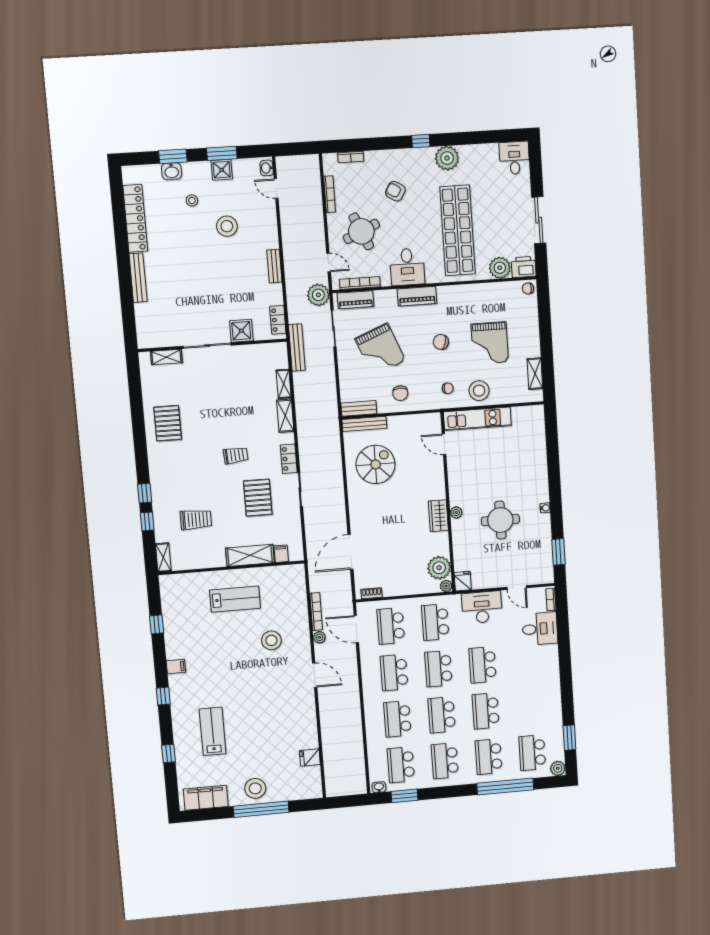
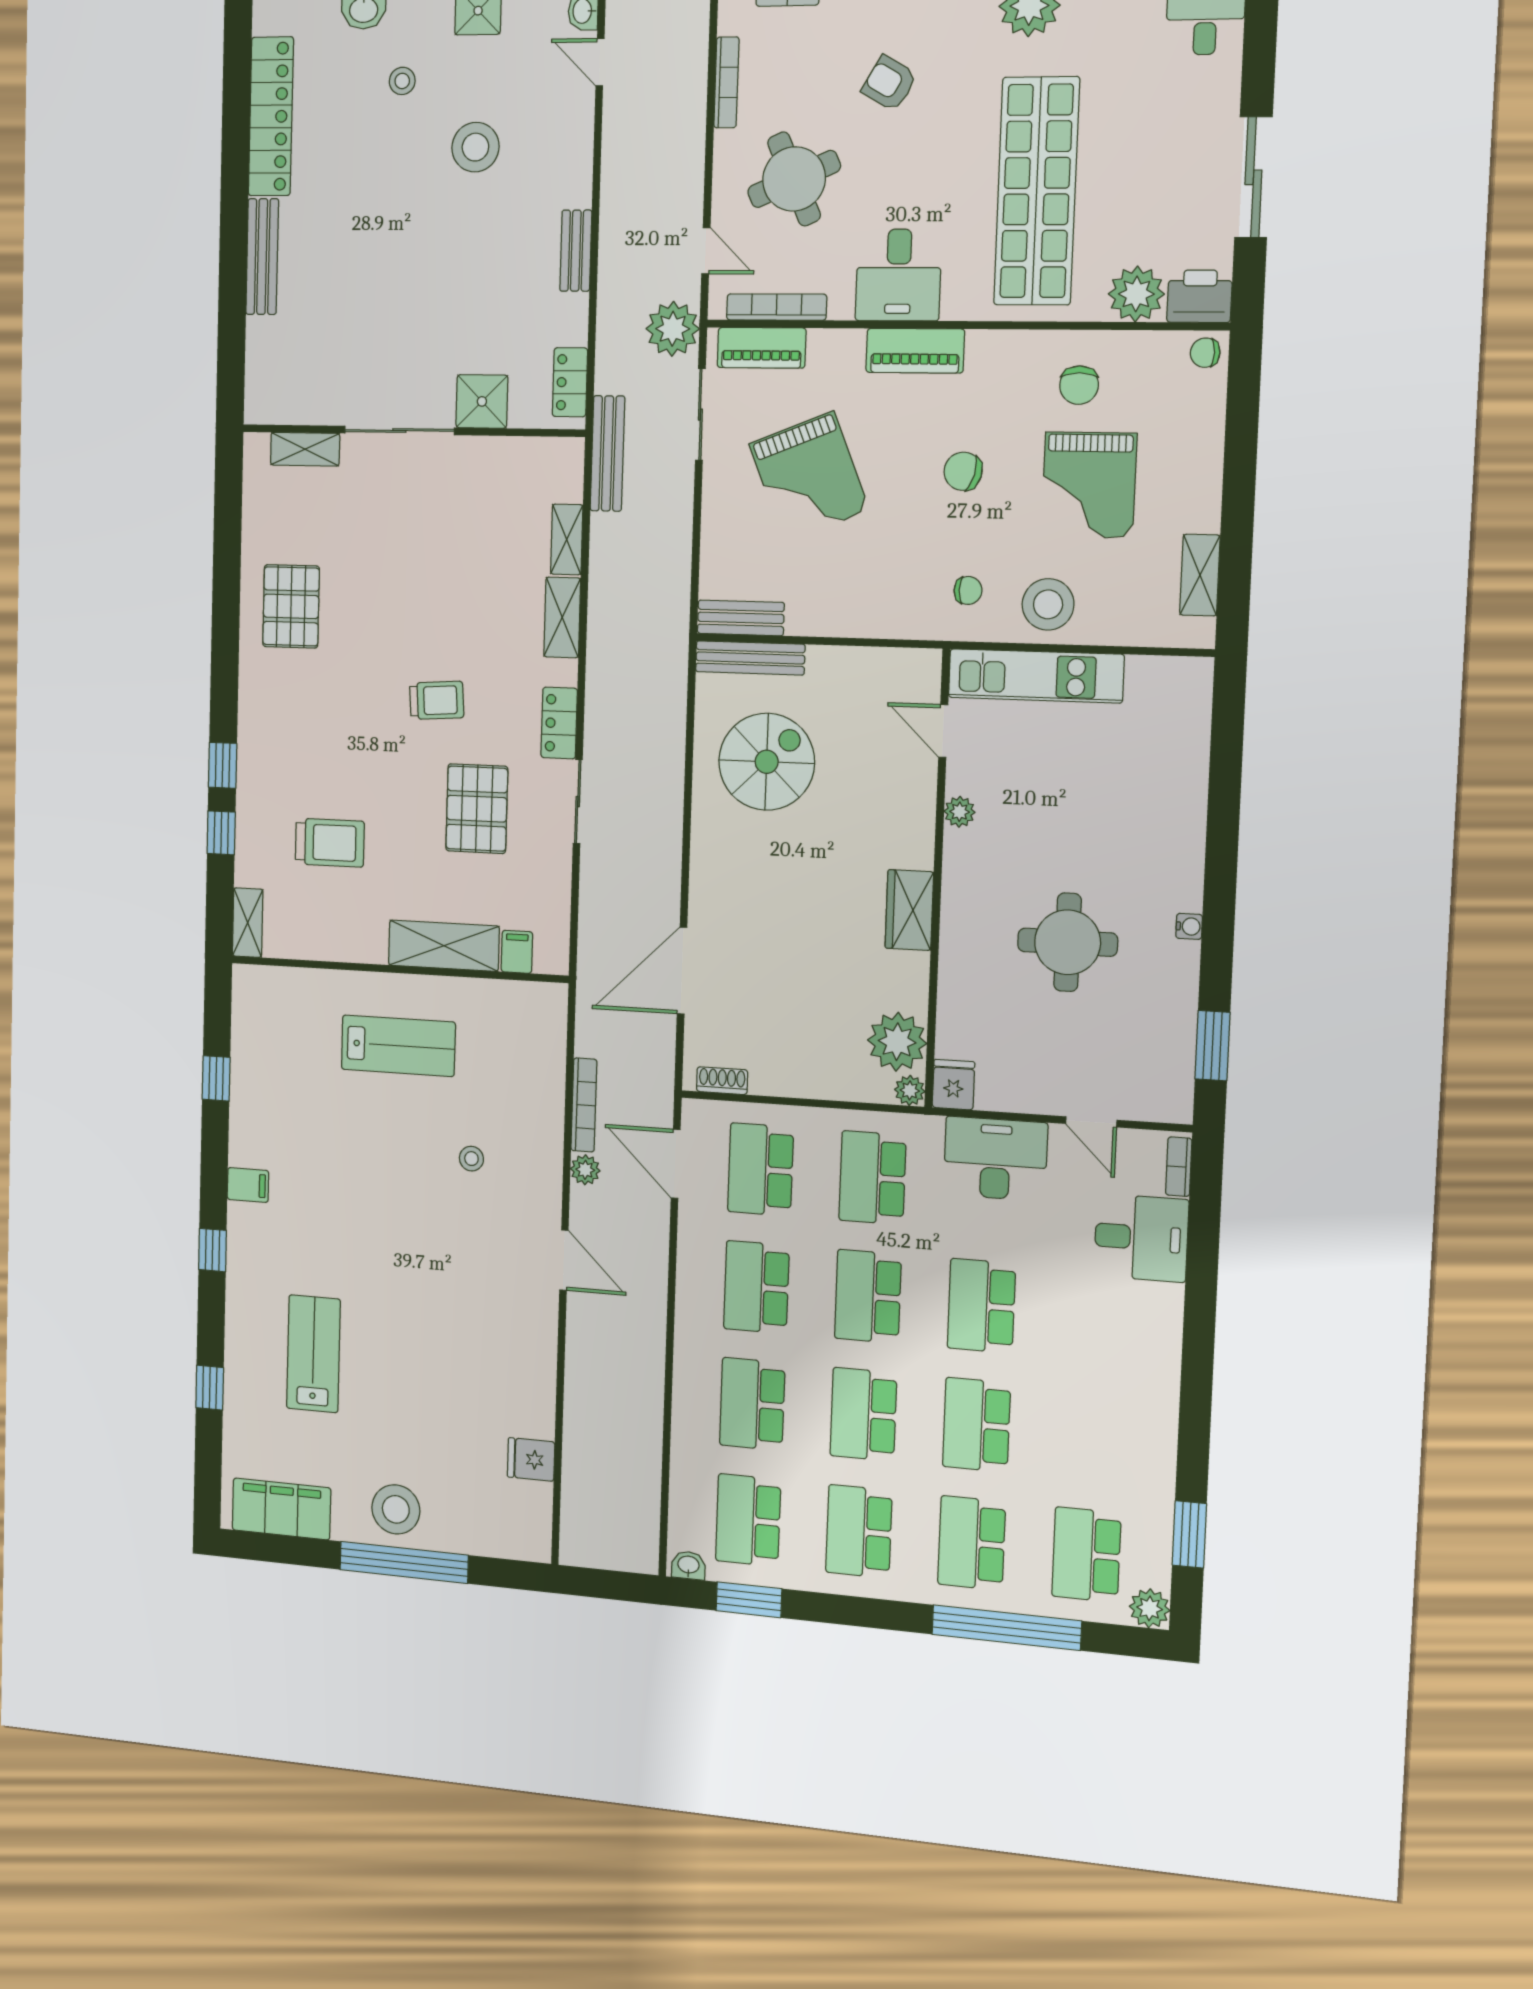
chair: (400, 393) -> (1079, 385), moved
plant: (456, 513) -> (960, 812), moved
stool: (271, 640) -> (471, 1159), width x0.53, depth x0.53

